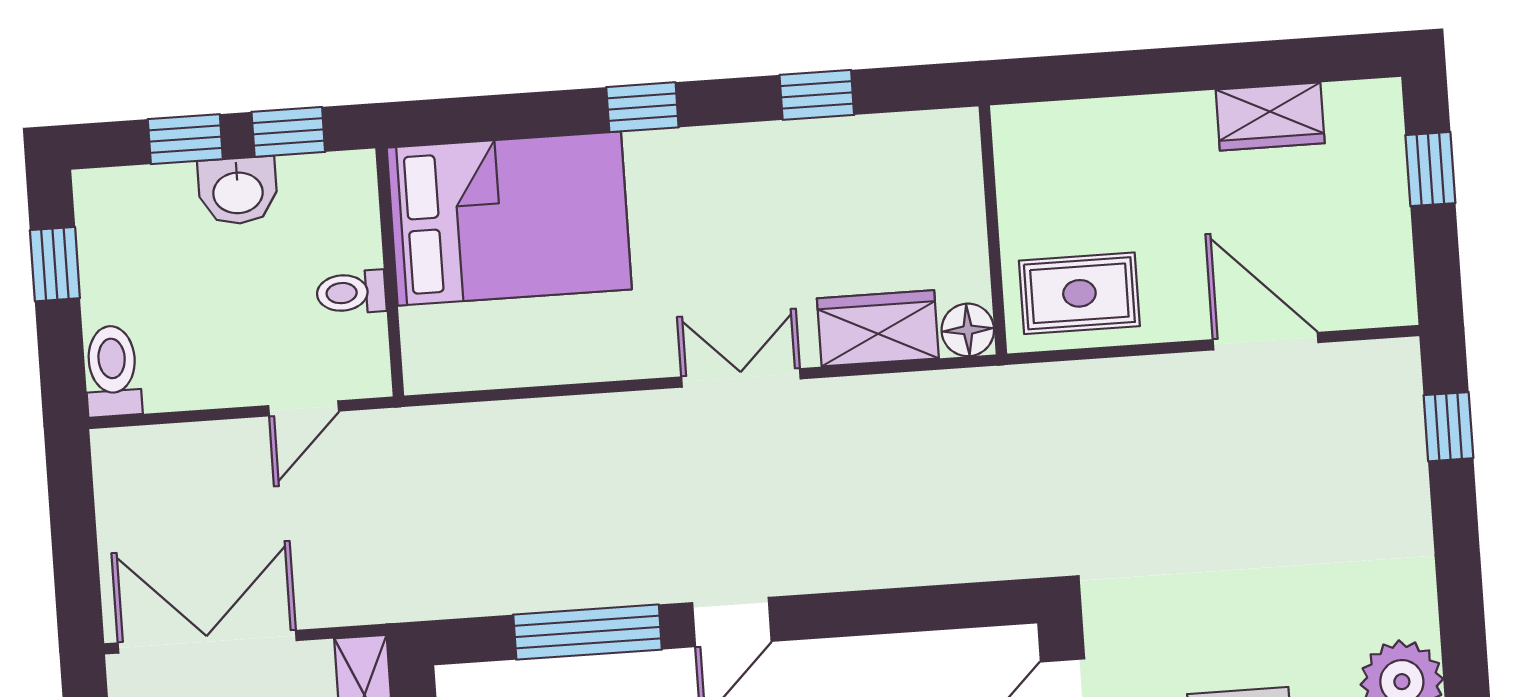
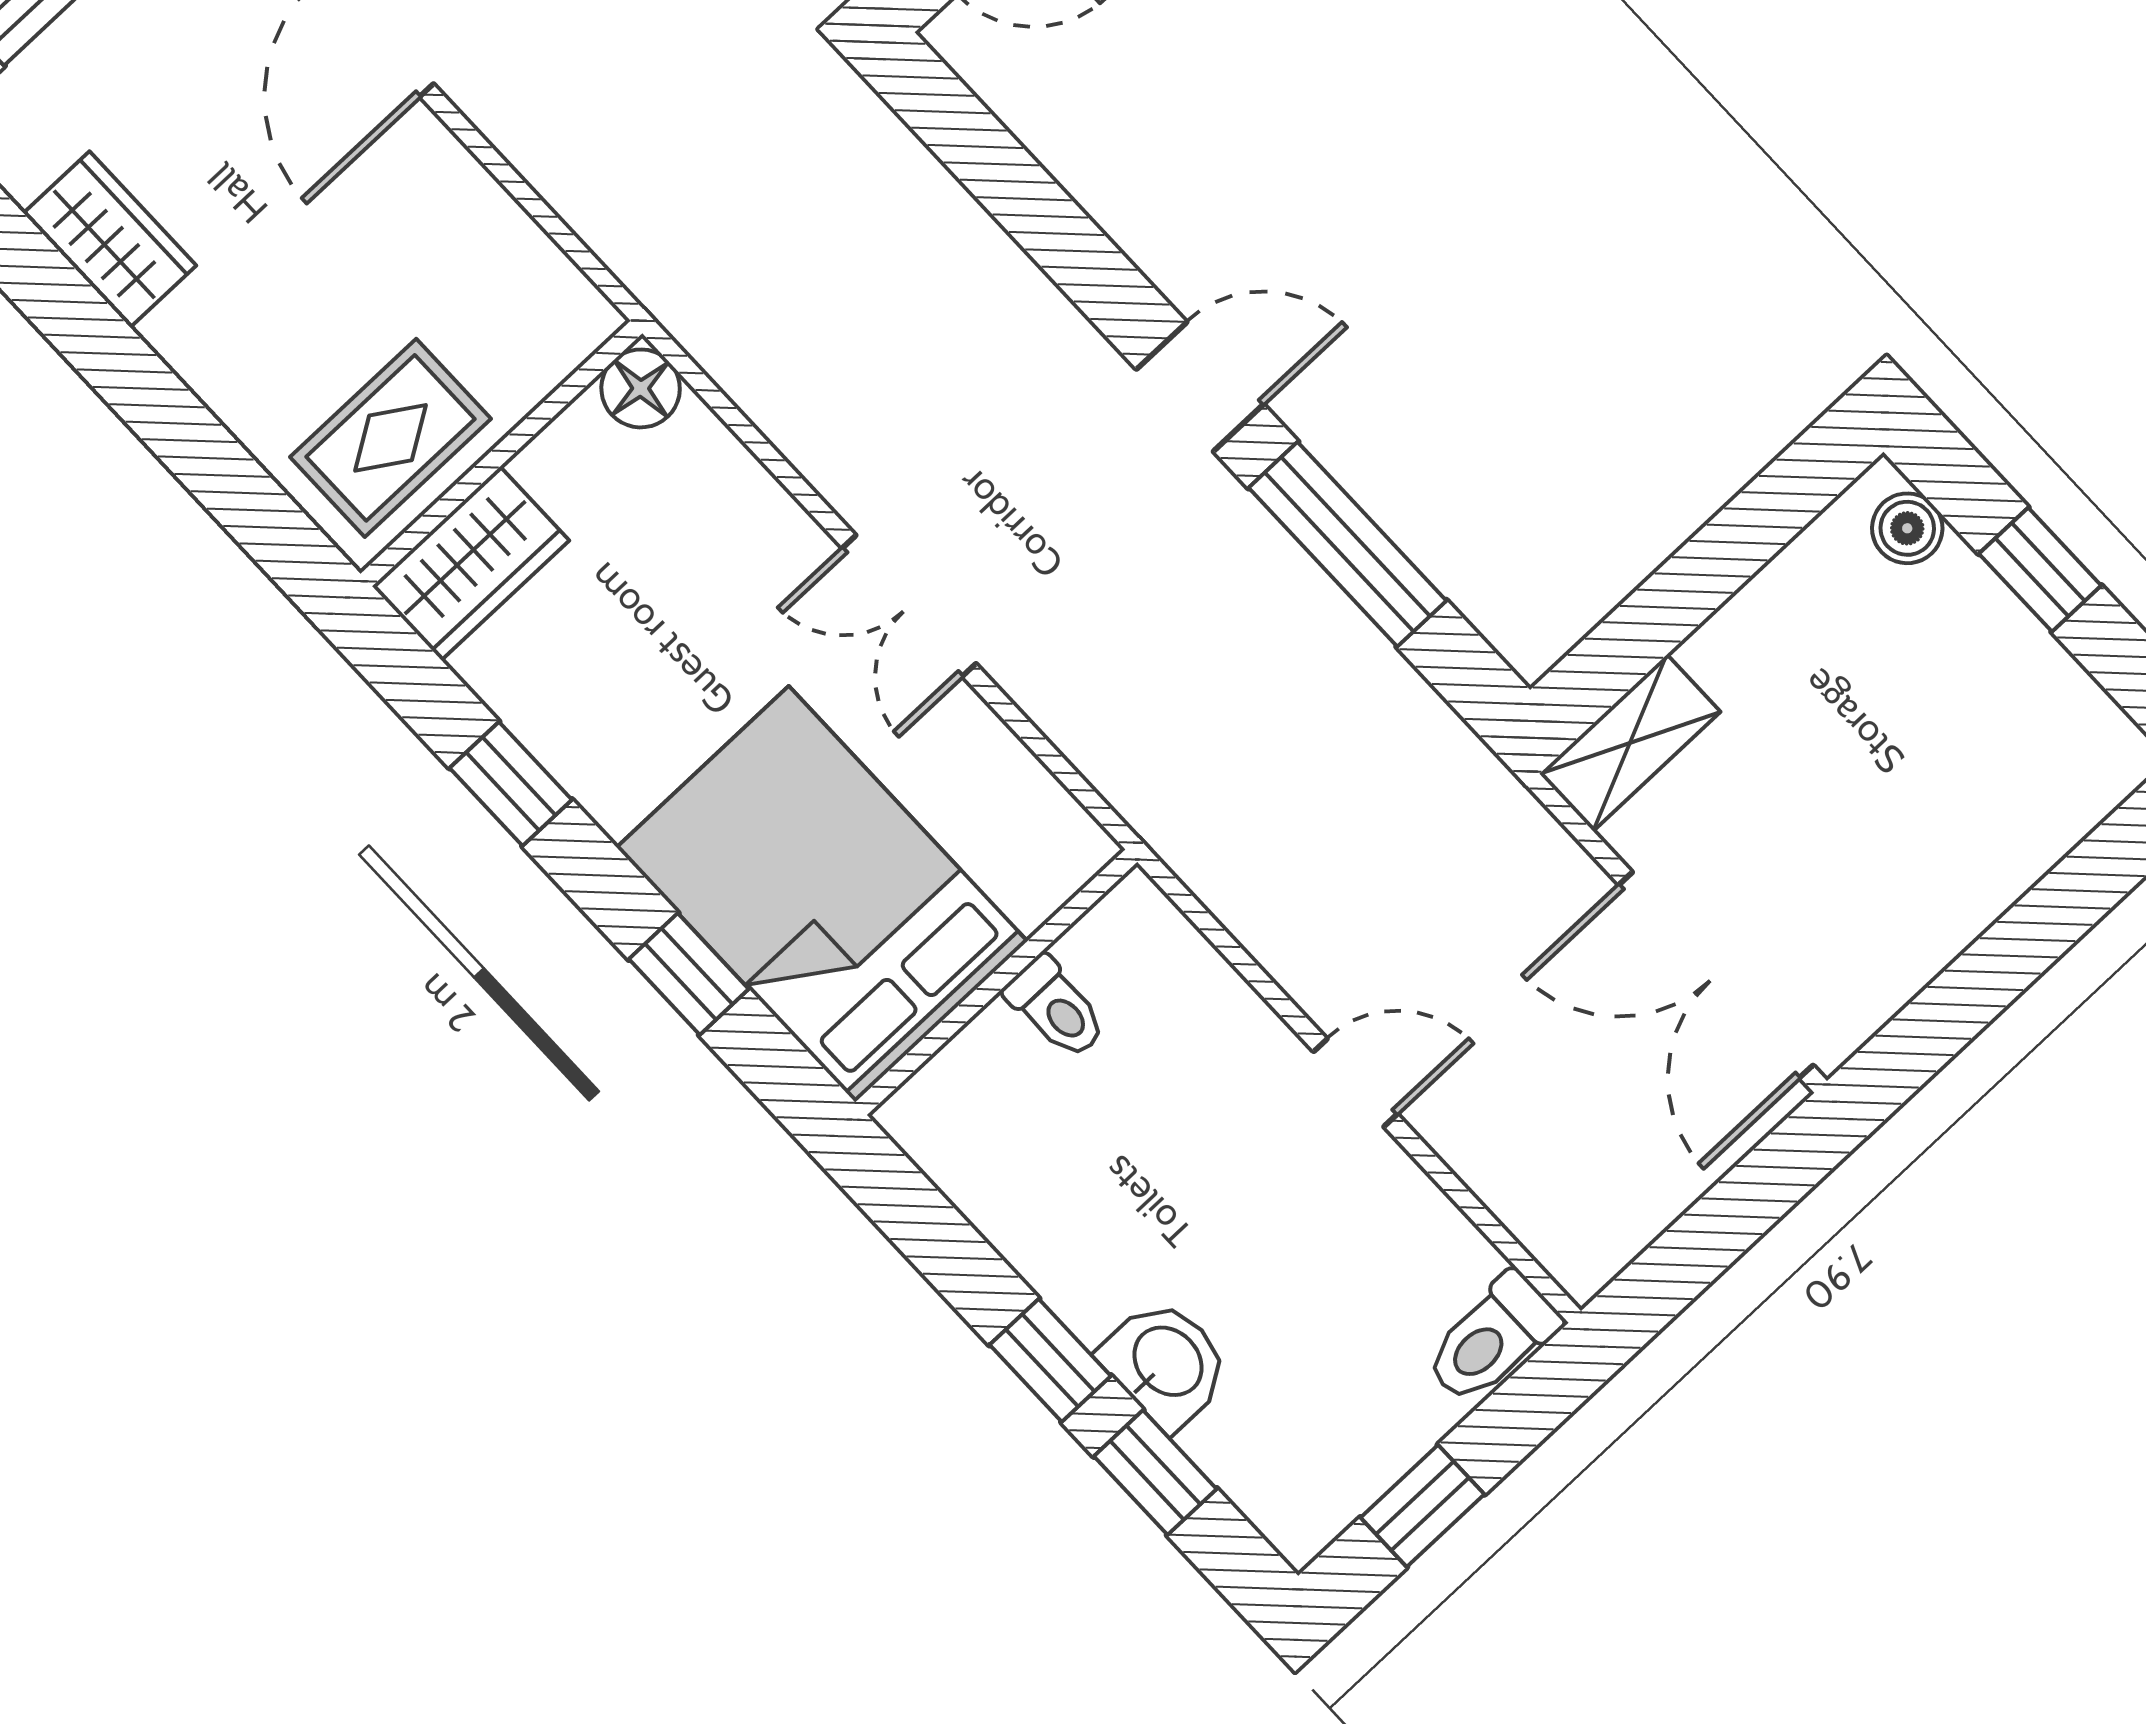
bed: (509, 218) -> (822, 894), moved
wall: (390, 272) -> (996, 982), moved
toilet: (351, 292) -> (1056, 1008), moved
rug: (1079, 293) -> (391, 438), moved, turned 90
wardrobe: (878, 328) -> (471, 563), moved, turned -90

